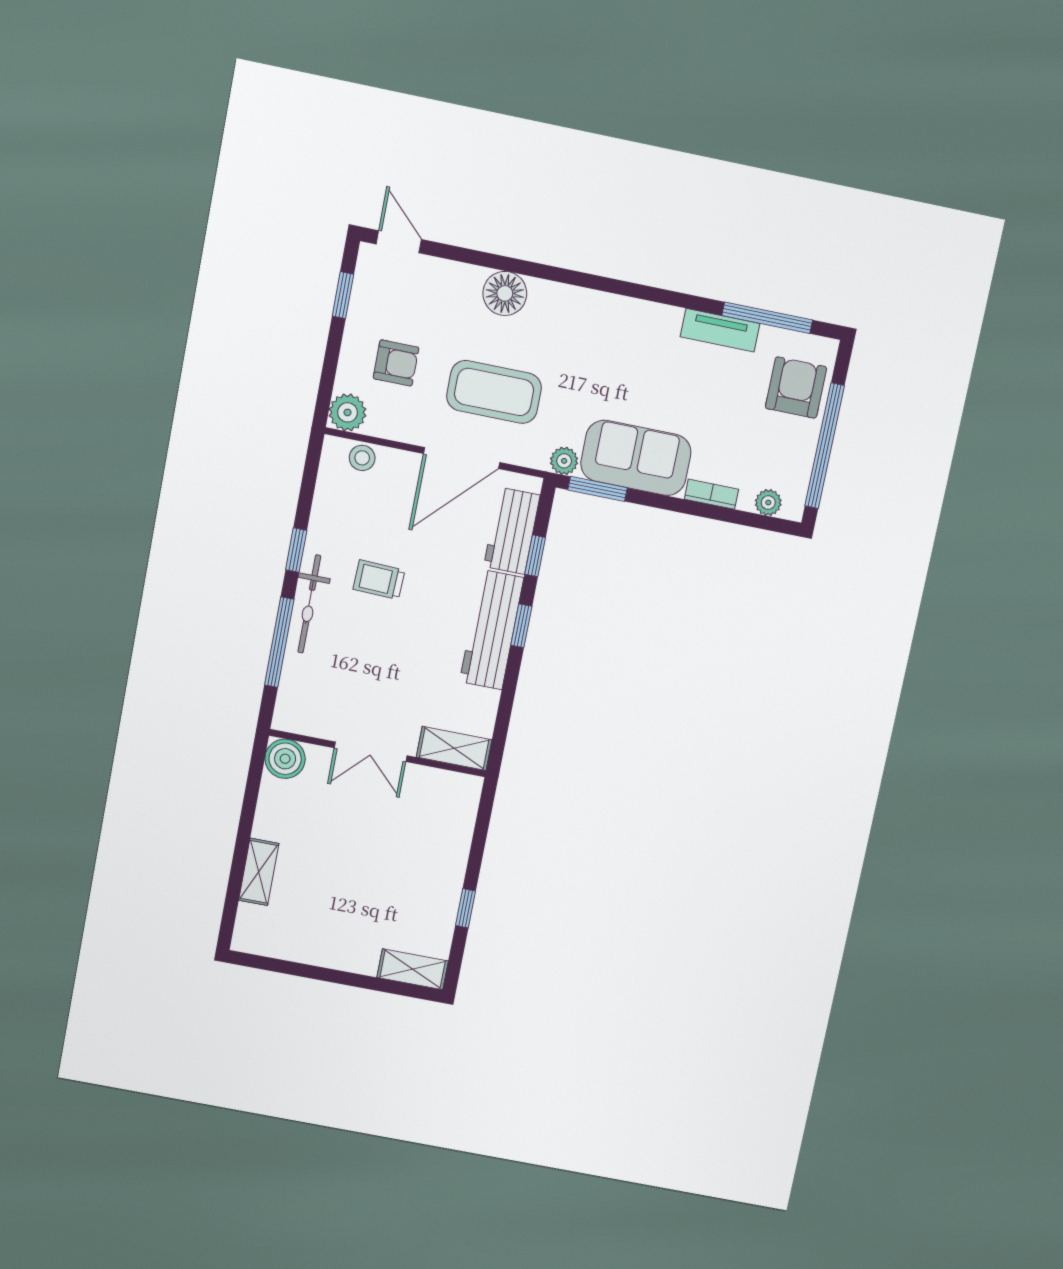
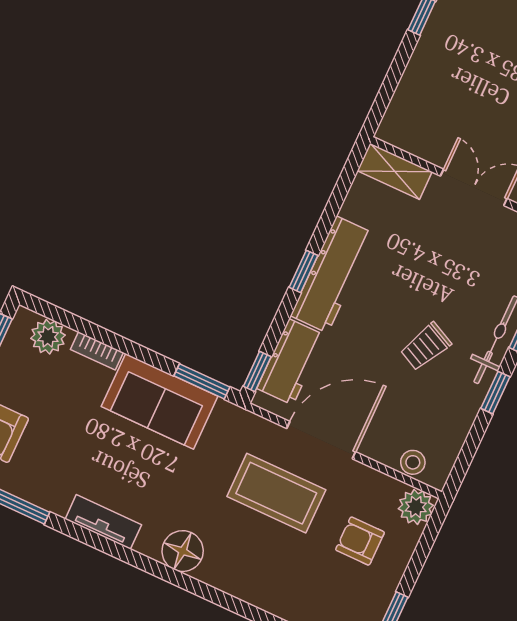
floor lamp: (505, 293) -> (183, 551), moved
tv unit: (720, 330) -> (103, 522), moved
plant: (564, 461) -> (227, 415), removed
plant: (768, 503) -> (48, 337), width x1.38, depth x1.38
window: (535, 556) -> (257, 372), moved
trolley: (379, 580) -> (426, 347), turned 114

